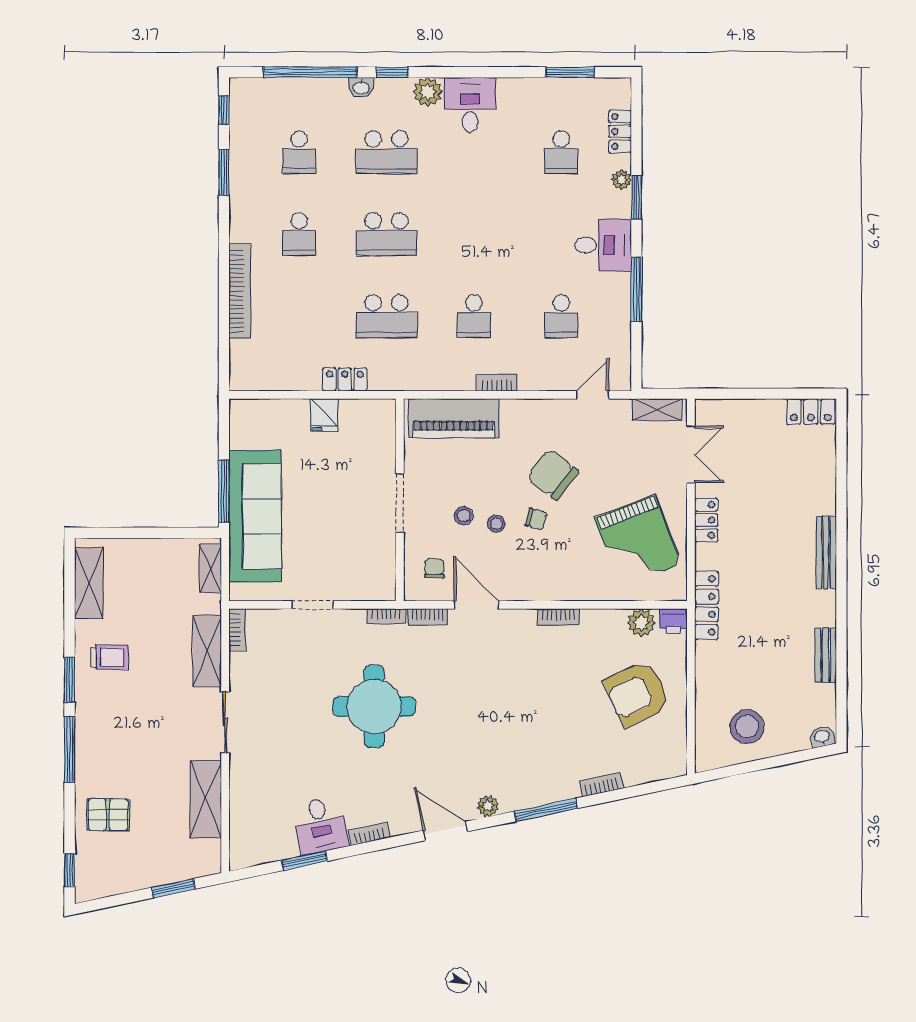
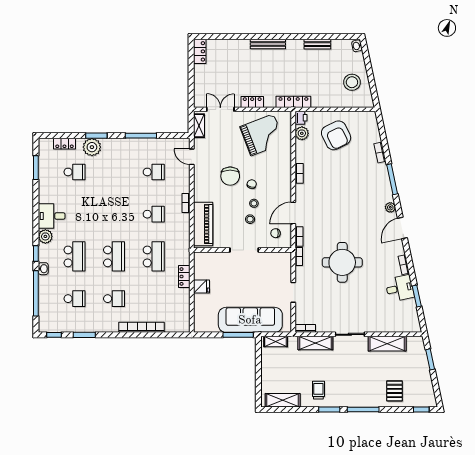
plant: (621, 180) -> (92, 147), width x1.88, depth x1.88
desk: (603, 245) -> (119, 152), removed
chair: (553, 474) -> (230, 176), turned -37

